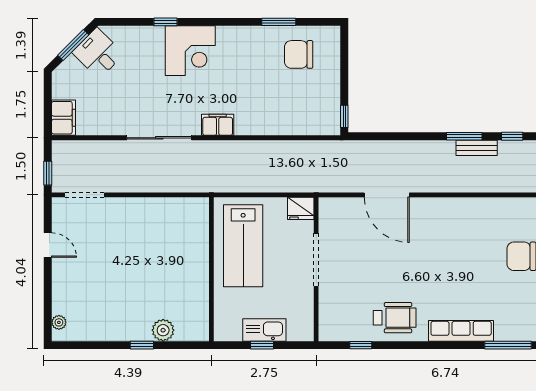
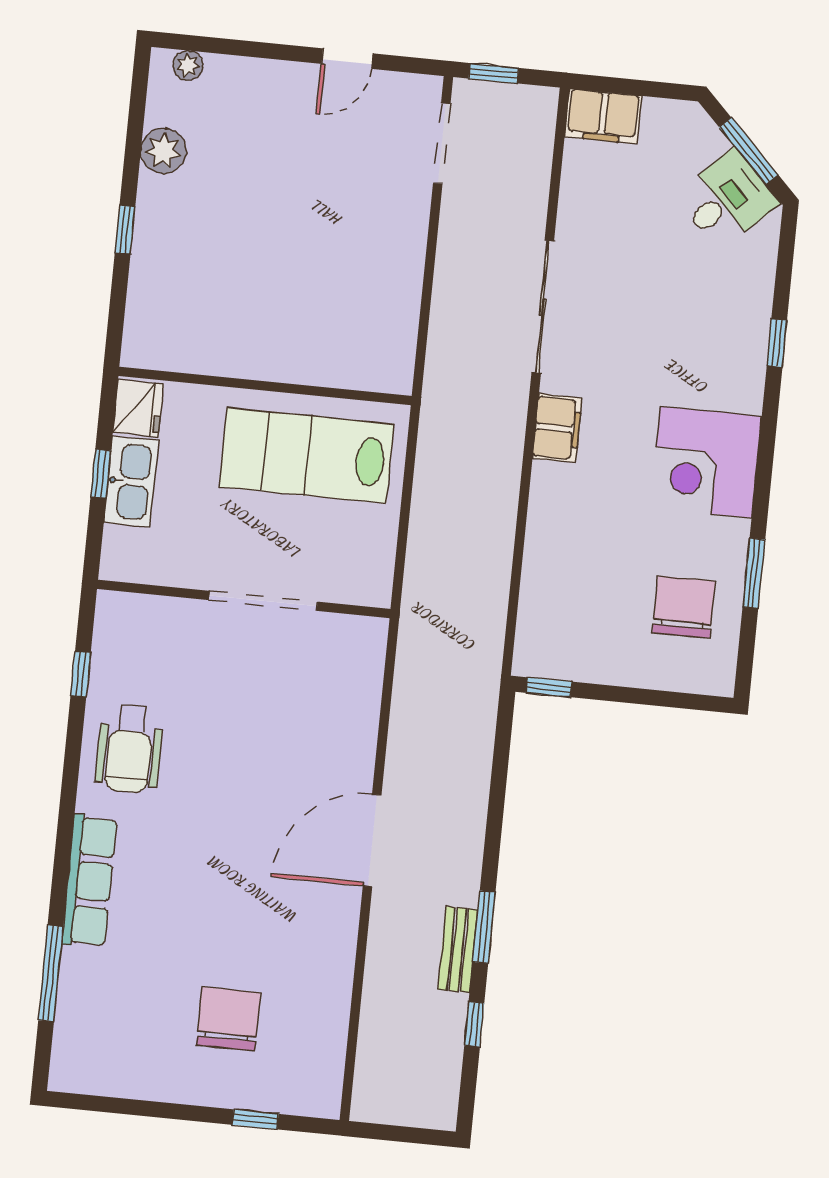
corner desk: (190, 51) -> (706, 462), moved
door: (387, 195) -> (372, 840), moved
fridge: (301, 208) -> (138, 408), moved, turned 180
plant: (163, 330) -> (163, 151), moved

